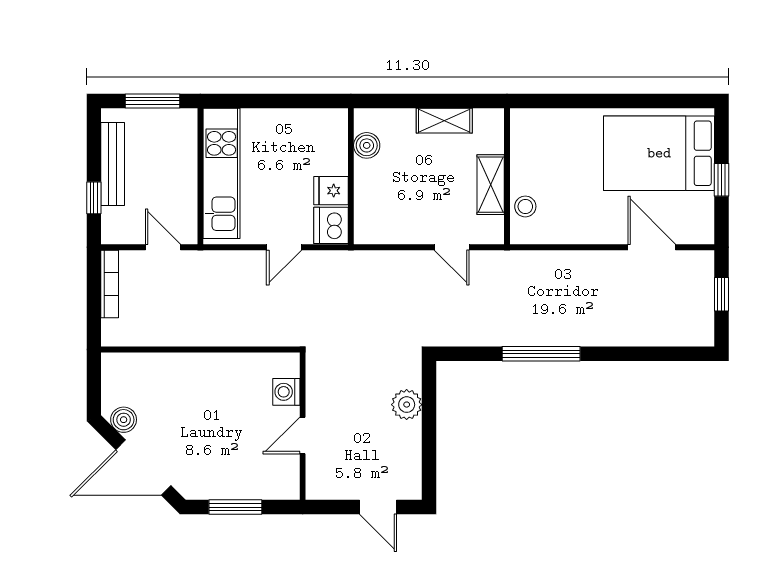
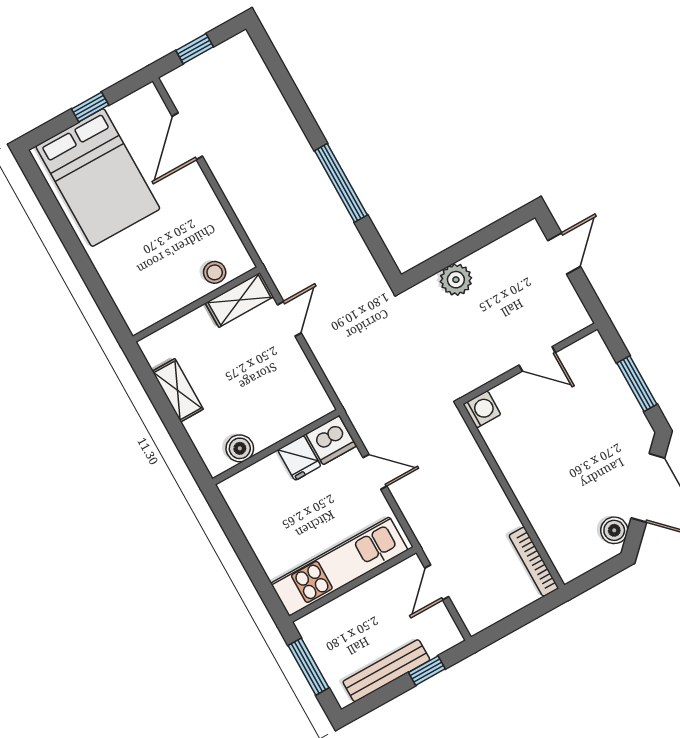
shelving: (491, 185) -> (239, 300), moved
bookcase: (110, 284) -> (534, 562), moved, turned -90
washing machine: (286, 392) -> (482, 409), moved, turned -90

